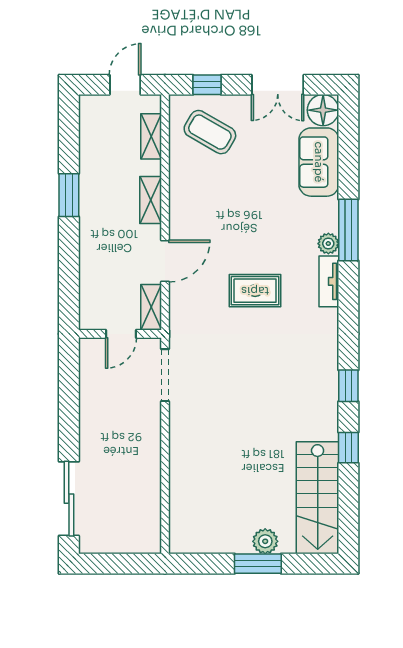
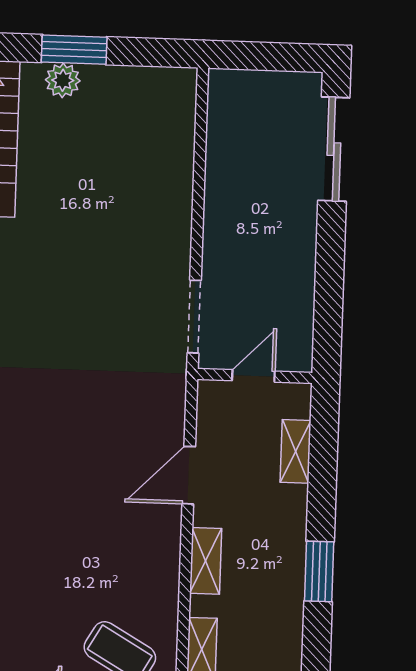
rug: (255, 291) -> (65, 430), removed
shelving: (151, 307) -> (296, 451), moved

